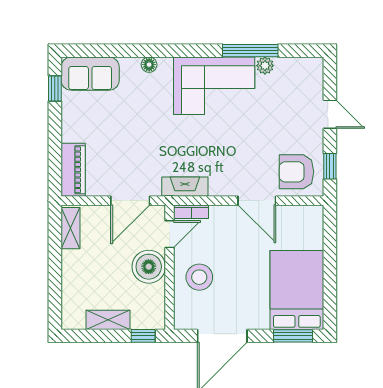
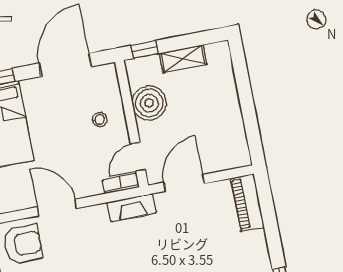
shelving: (71, 228) -> (239, 144), removed
boiler: (149, 267) -> (149, 103), moved
stool: (199, 277) -> (100, 120), width x0.53, depth x0.53

